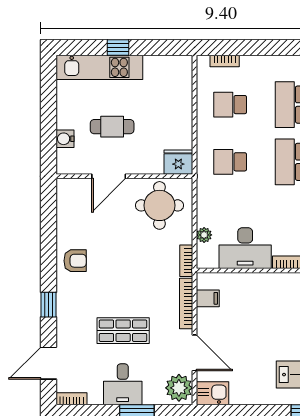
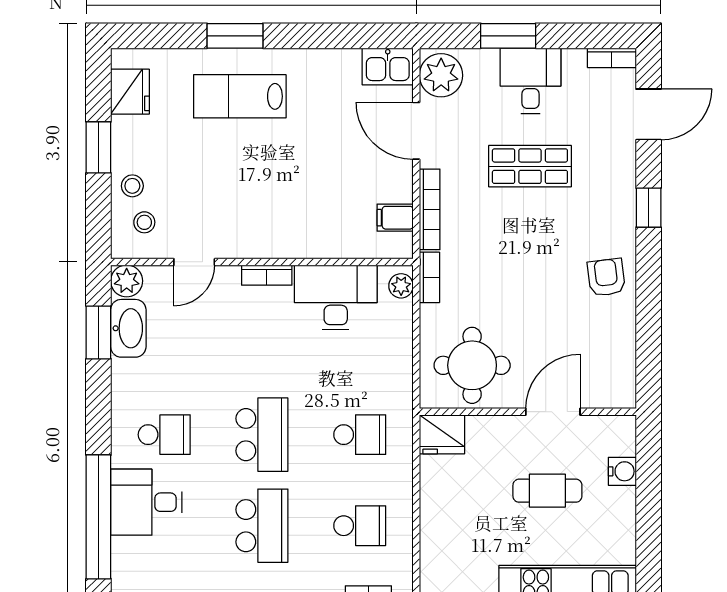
plant: (204, 235) -> (401, 286), moved
armchair: (75, 261) -> (606, 277), turned 83

